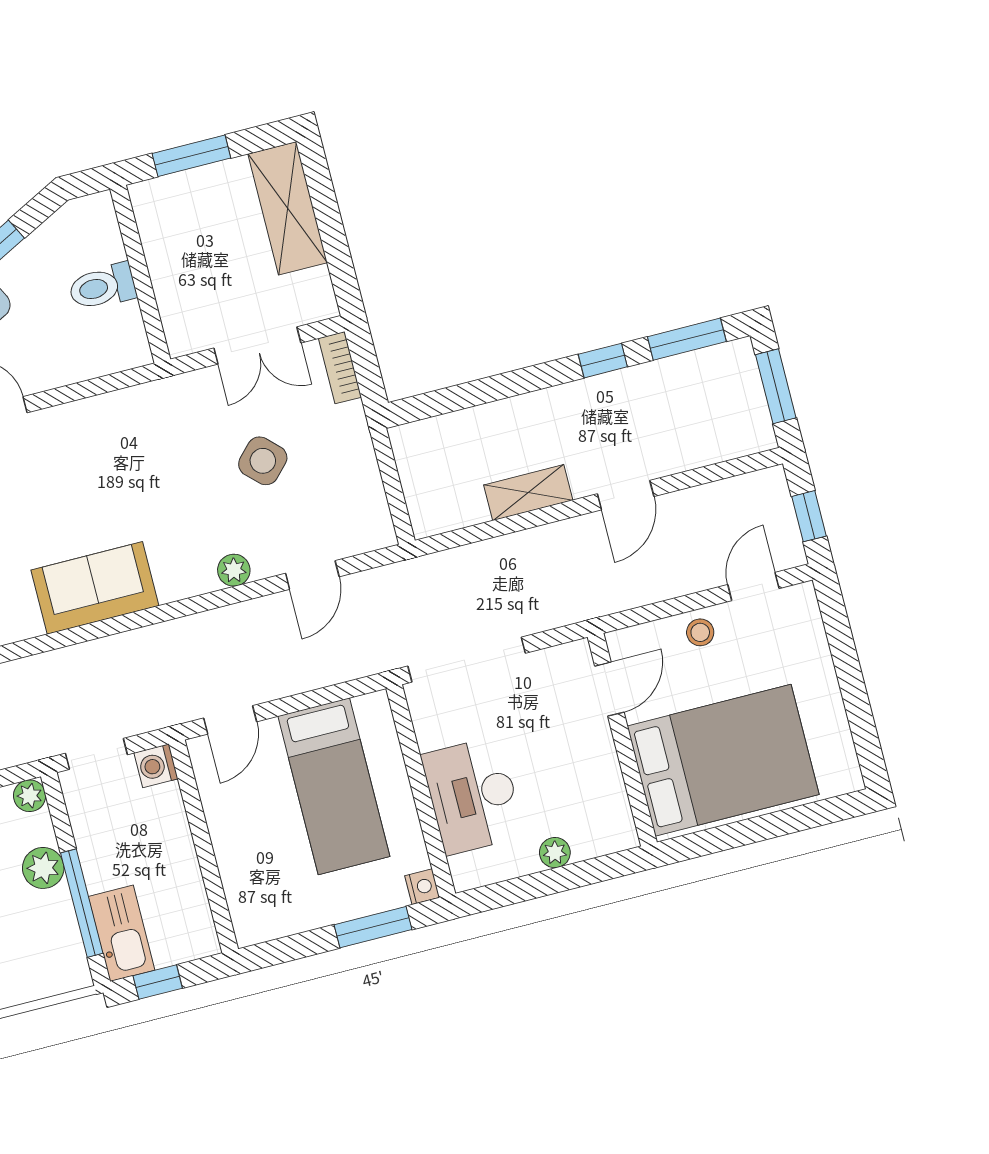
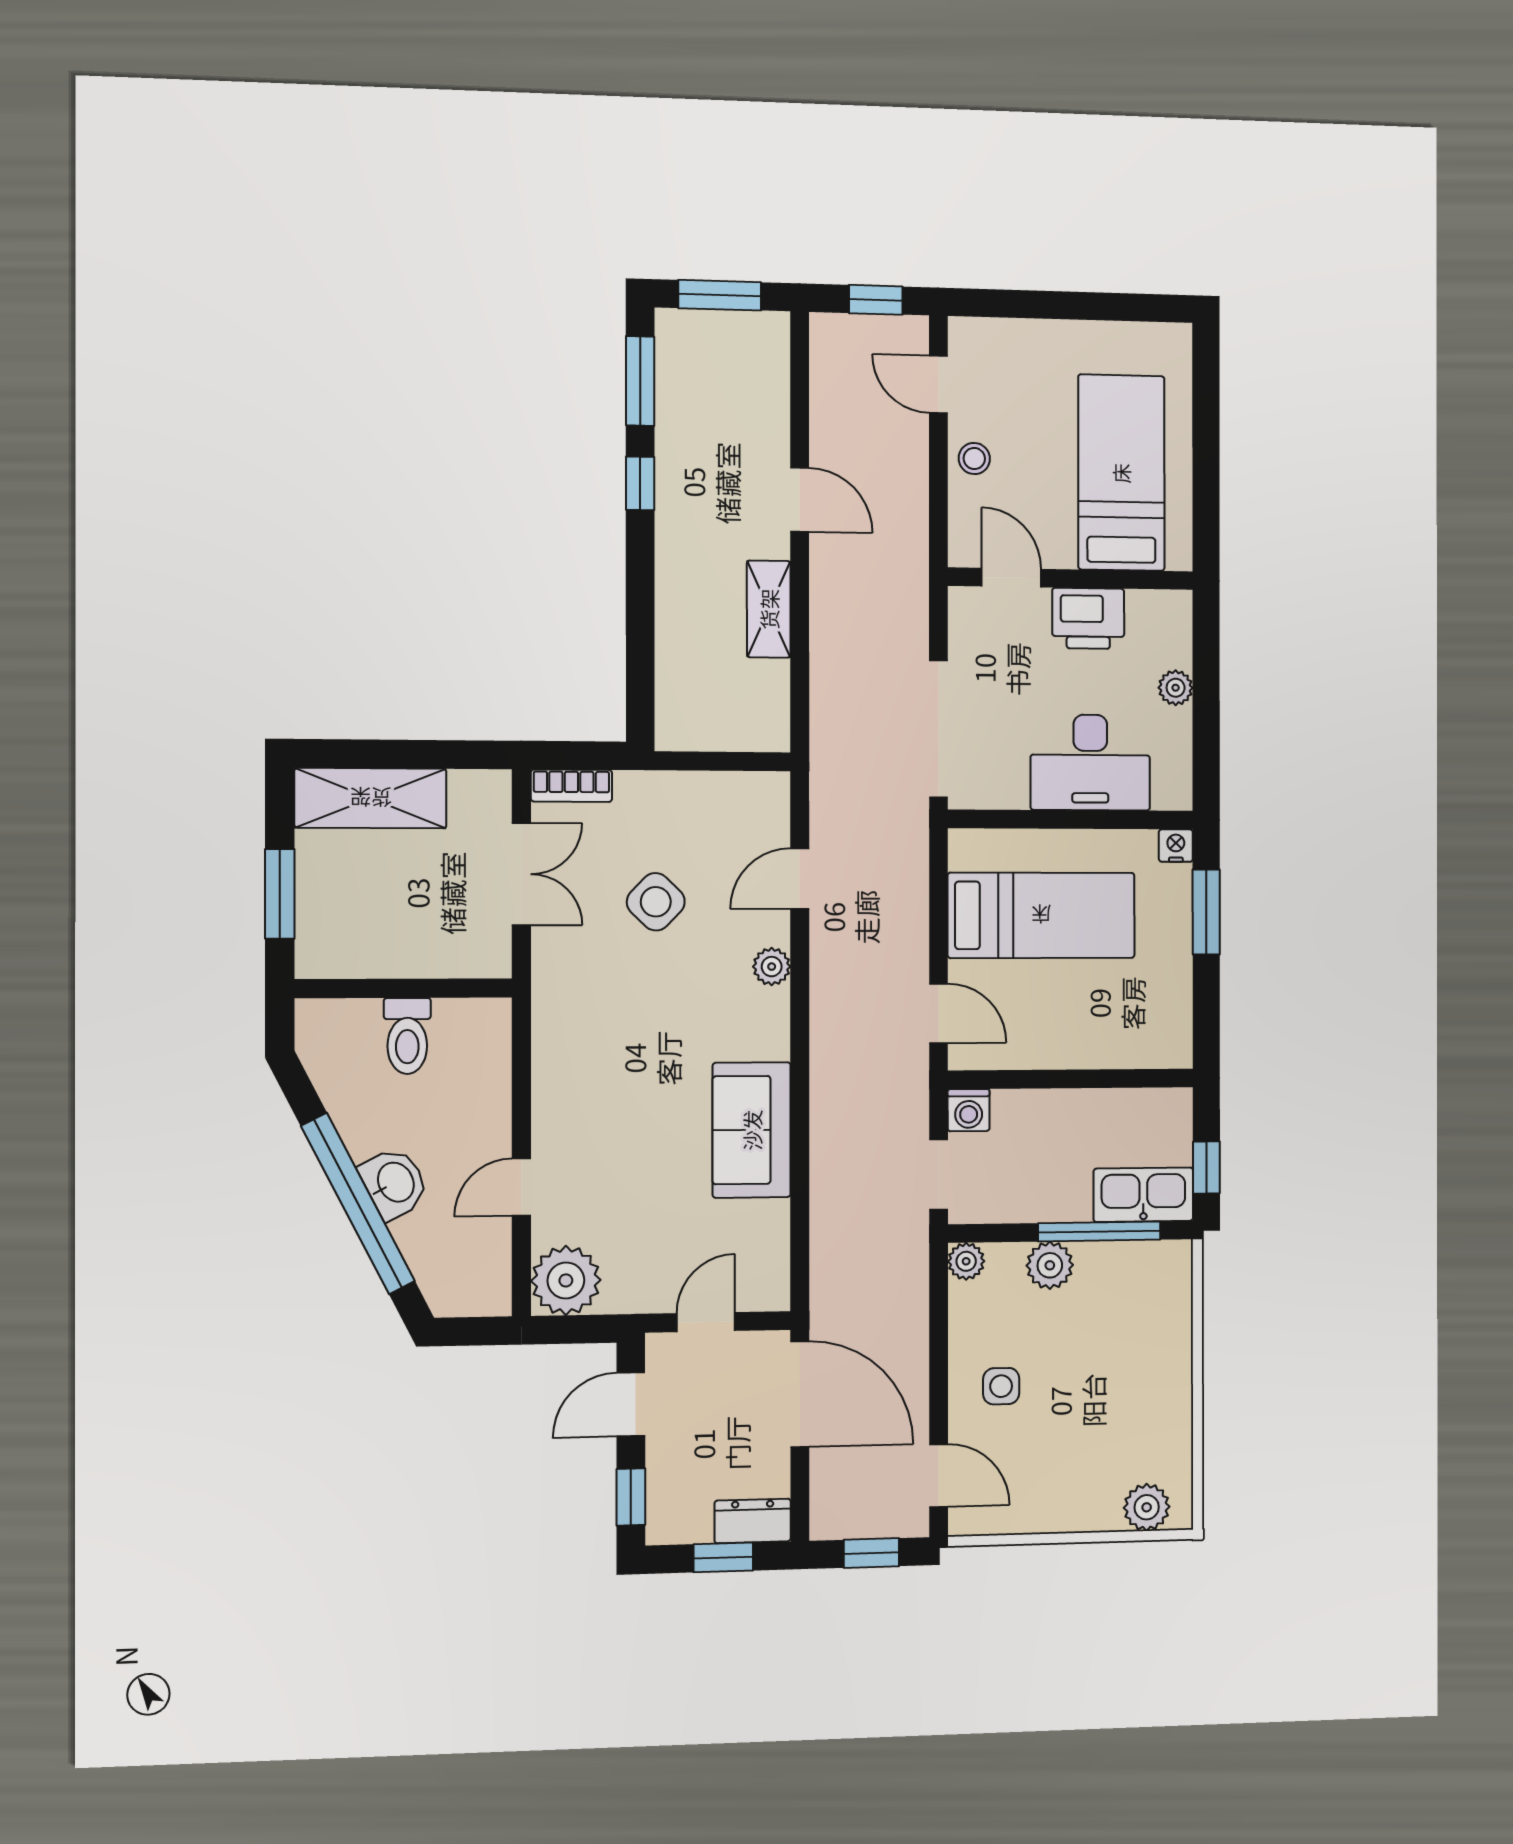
door: (312, 575) -> (800, 879), swing flipped
bed: (723, 760) -> (1121, 473), width x0.67
printer: (593, 763) -> (1088, 618), added

